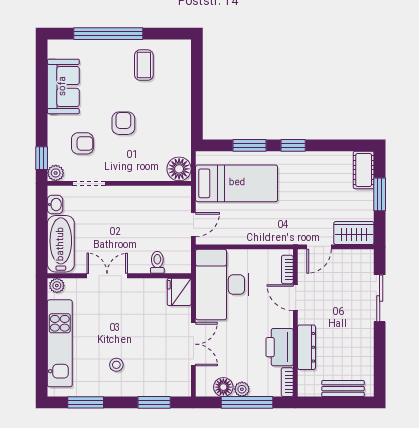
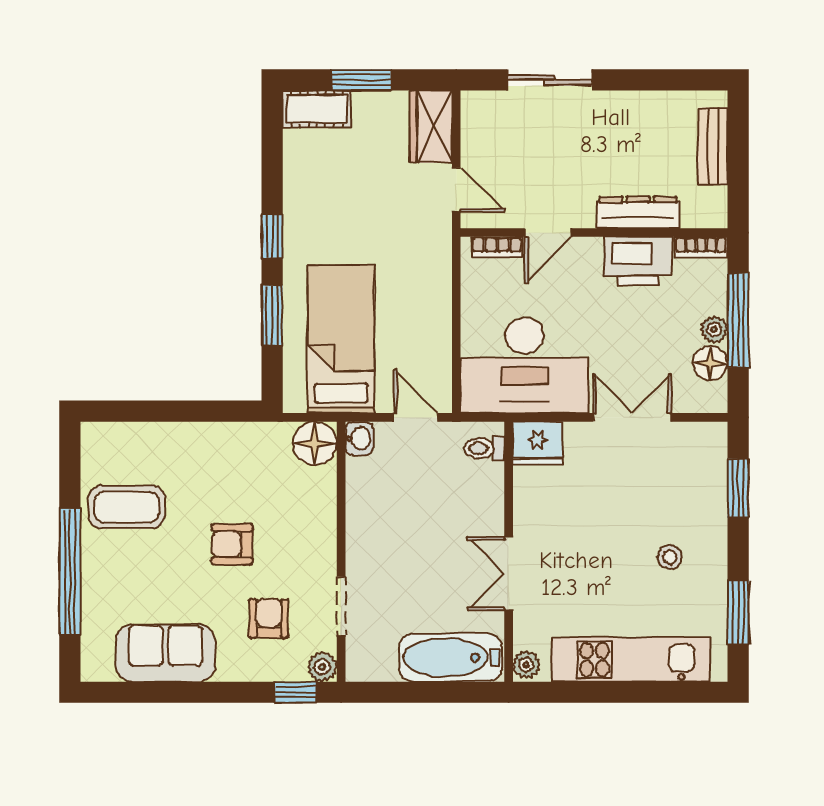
coffee table: (144, 65) -> (127, 507), width x1.36, depth x1.30
washbasin: (55, 205) -> (359, 439), moved, turned 90
toilet: (157, 262) -> (484, 448), moved

